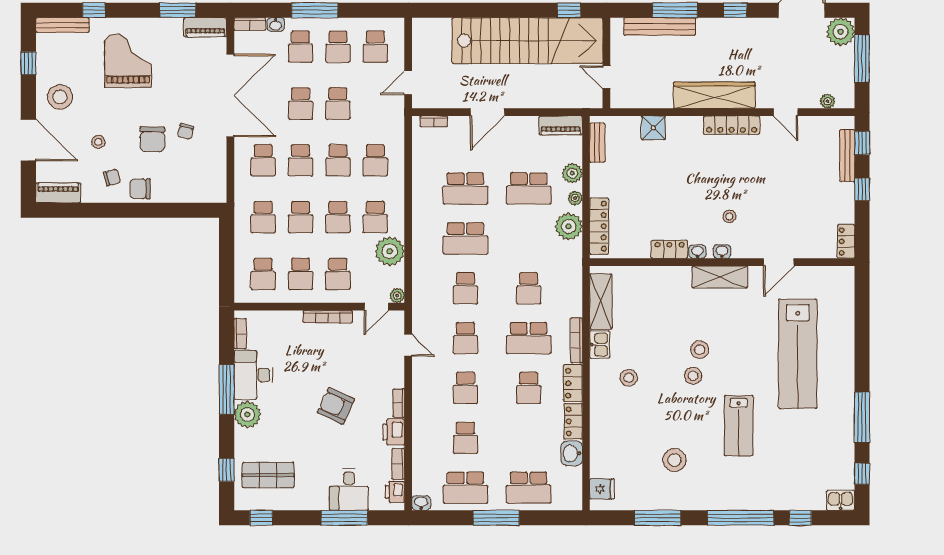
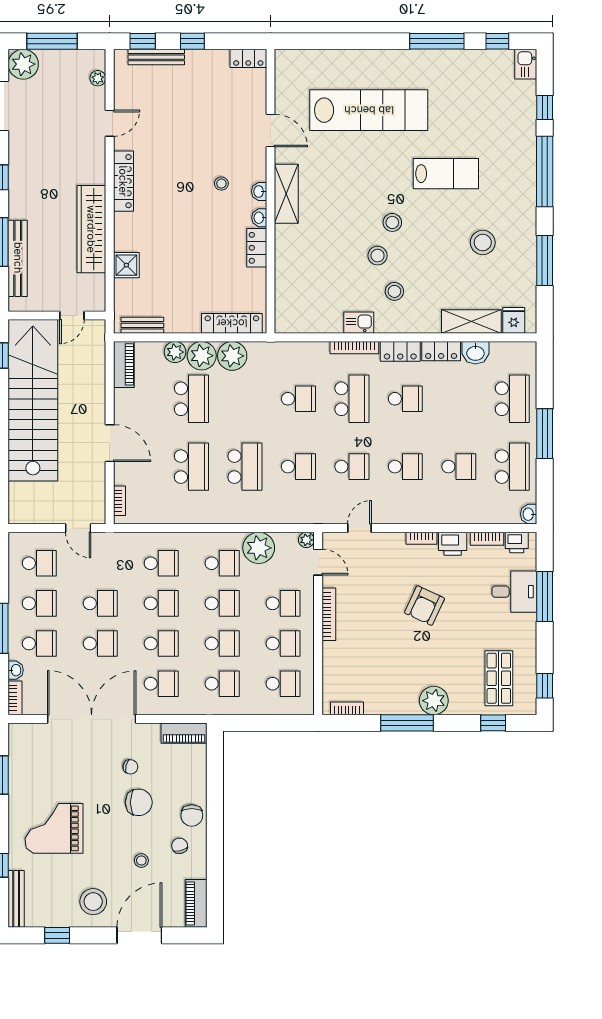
piano: (205, 27) -> (184, 733), moved, turned 90
wardrobe: (714, 95) -> (91, 229), moved
plant: (575, 198) -> (202, 356), width x1.88, depth x1.88
shelving: (601, 301) -> (471, 321), moved
stool: (700, 350) -> (378, 256), moved
desk: (253, 375) -> (391, 694), removed

